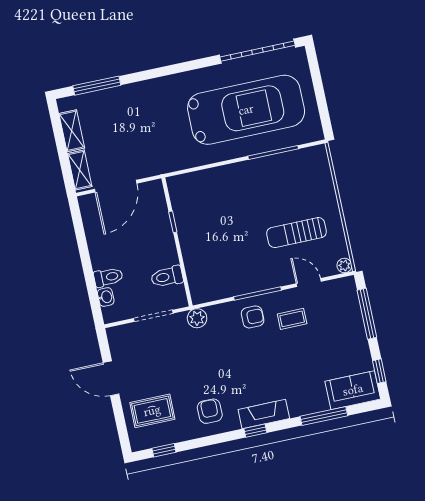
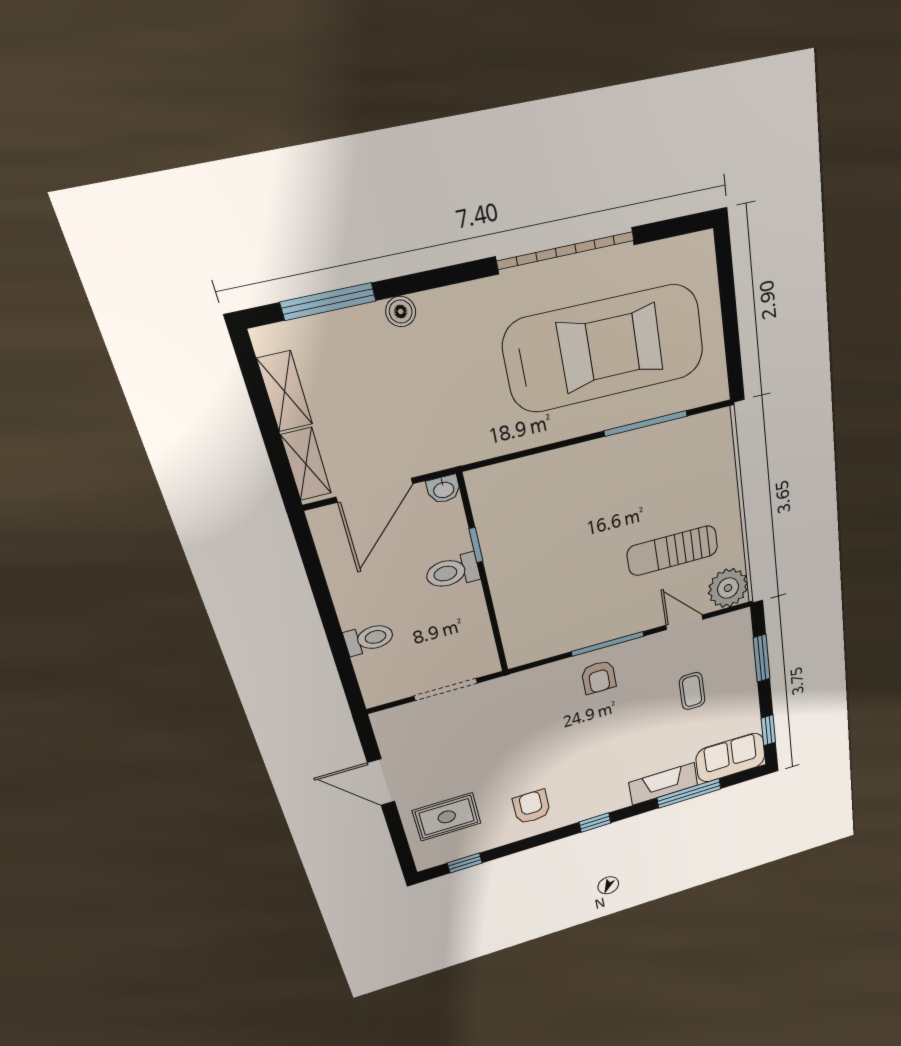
garage door: (257, 51) -> (566, 251), moved
boiler: (133, 90) -> (401, 312), added
plant: (344, 265) -> (728, 588), width x1.88, depth x1.88
toilet: (167, 277) -> (452, 572), moved
washbasin: (106, 297) -> (444, 489), moved, turned 90
window: (367, 314) -> (762, 658), width x0.69
armchair: (253, 317) -> (599, 677), turned 90
plant: (197, 318) -> (515, 687), removed
coffee table: (292, 319) -> (692, 691), moved, turned 90
fireplace: (264, 414) -> (663, 784), moved

